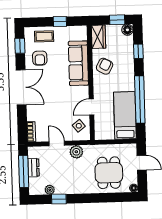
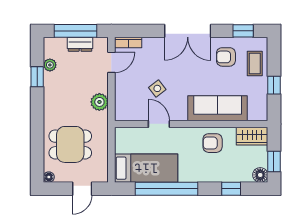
armchair: (105, 66) -> (213, 143), turned 152
side table: (79, 126) -> (157, 88), moved
door: (57, 143) -> (111, 62), moved

